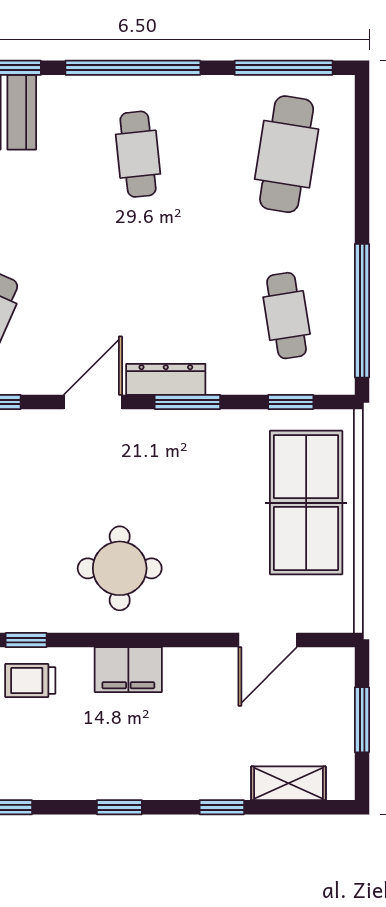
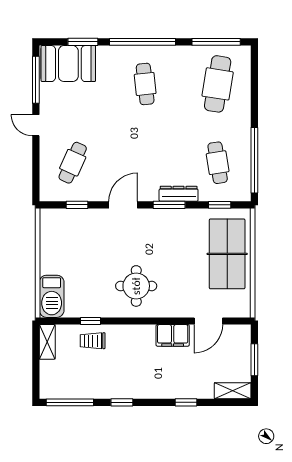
dresser: (166, 379) -> (179, 194), moved
filing cabinet: (128, 670) -> (173, 335), moved
shelving: (288, 783) -> (233, 391), moved
window: (119, 807) -> (122, 402), moved

